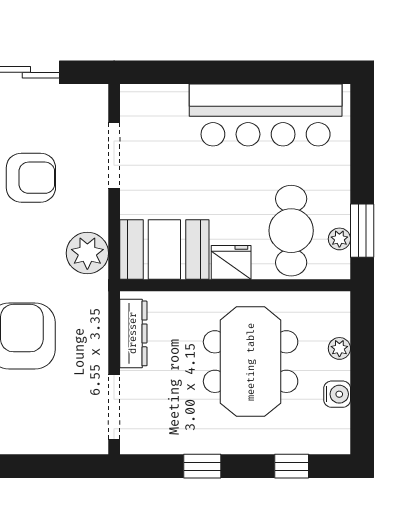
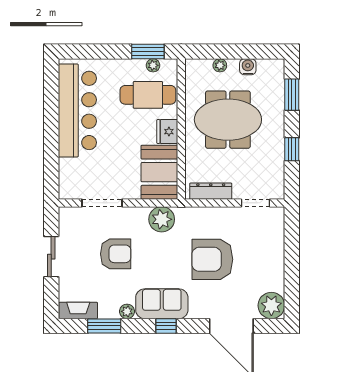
armchair: (31, 178) -> (116, 254), turned 90
doorway: (114, 407) -> (256, 203), width x0.73
window: (292, 466) -> (292, 95), width x1.50

